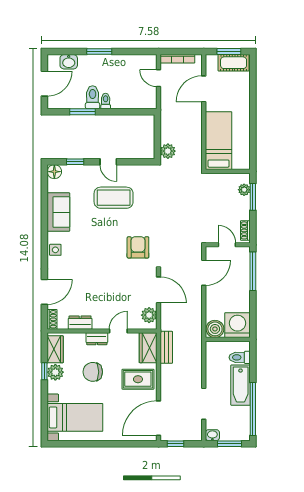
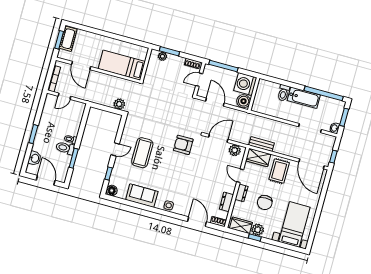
washing machine: (237, 325) -> (245, 84), moved
boiler: (215, 329) -> (244, 101), moved
wall: (228, 339) -> (254, 94), moved

